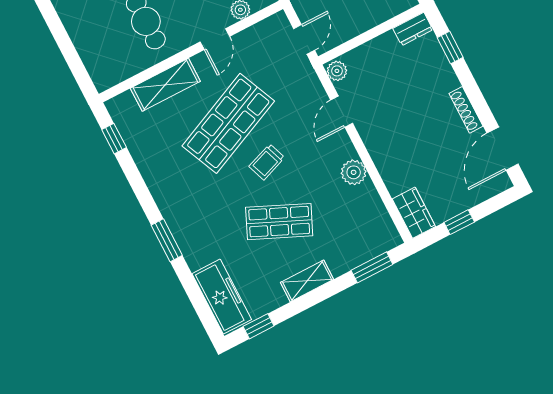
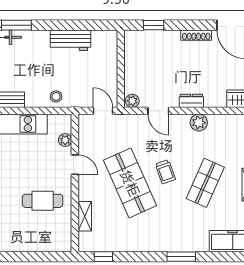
dresser: (413, 29) -> (191, 101), moved, turned -90
shelving: (165, 85) -> (85, 216), width x0.67, depth x0.75

